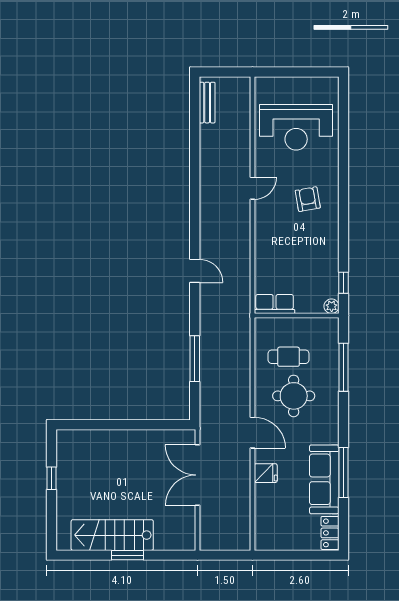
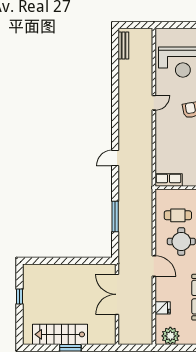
door: (195, 271) -> (115, 158), swing flipped
fridge: (266, 473) -> (163, 308), moved
plant: (277, 537) -> (170, 336), added

